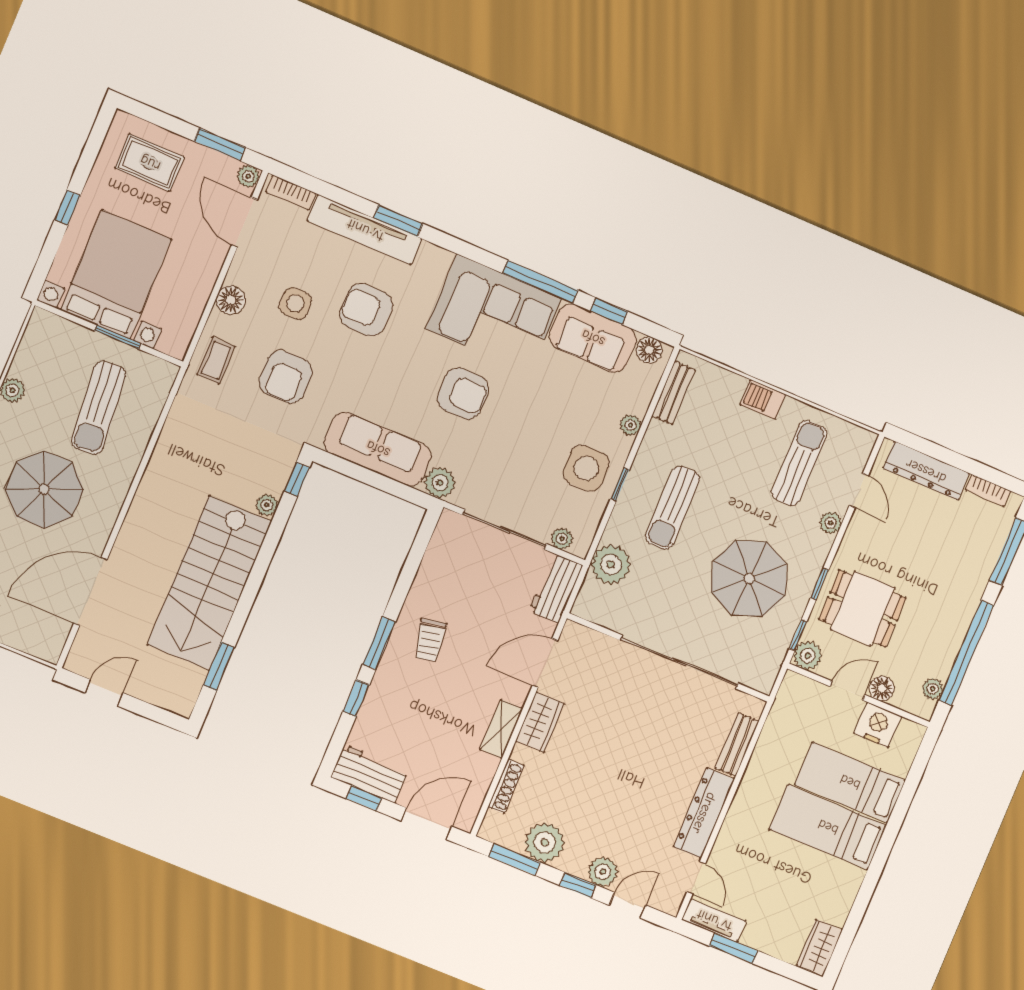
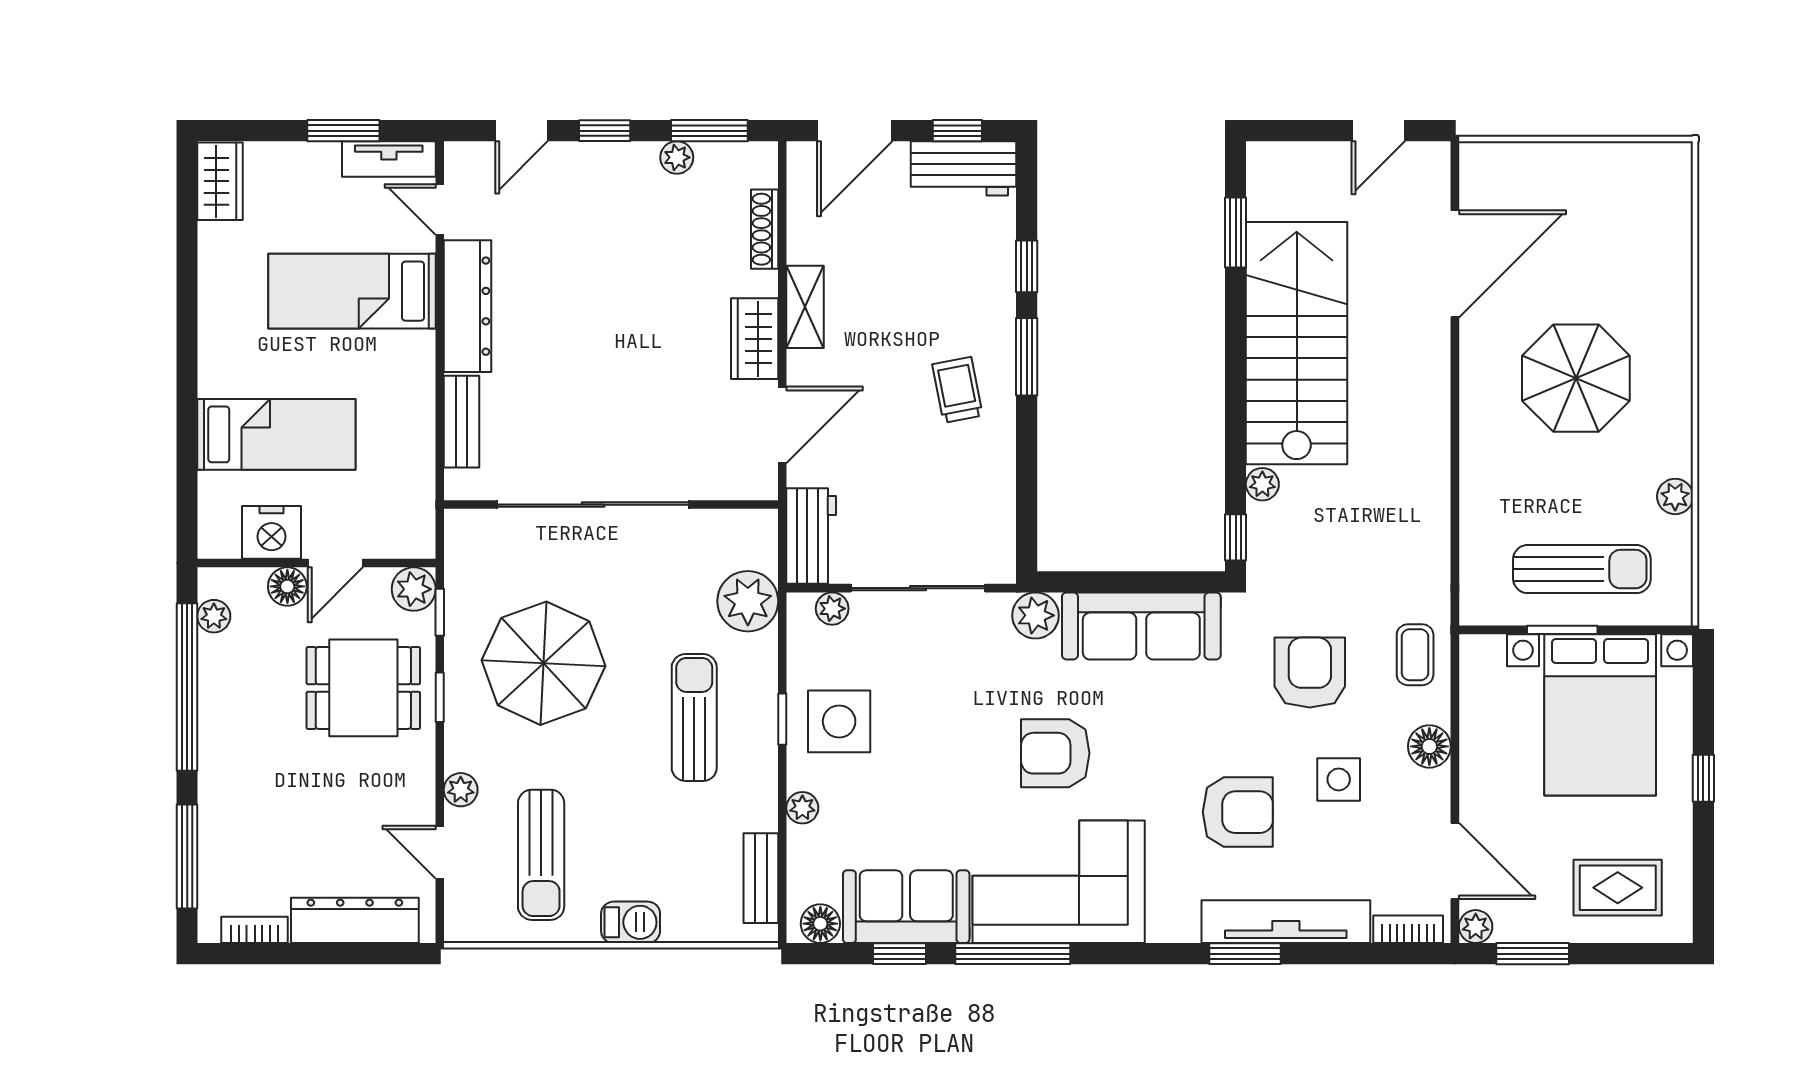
sun lounger: (99, 408) -> (1582, 569), moved, turned 95
bed: (828, 827) -> (352, 291), moved, turned 180
plant: (545, 842) -> (677, 157), width x0.53, depth x0.53
plant: (603, 872) -> (577, 164), removed

